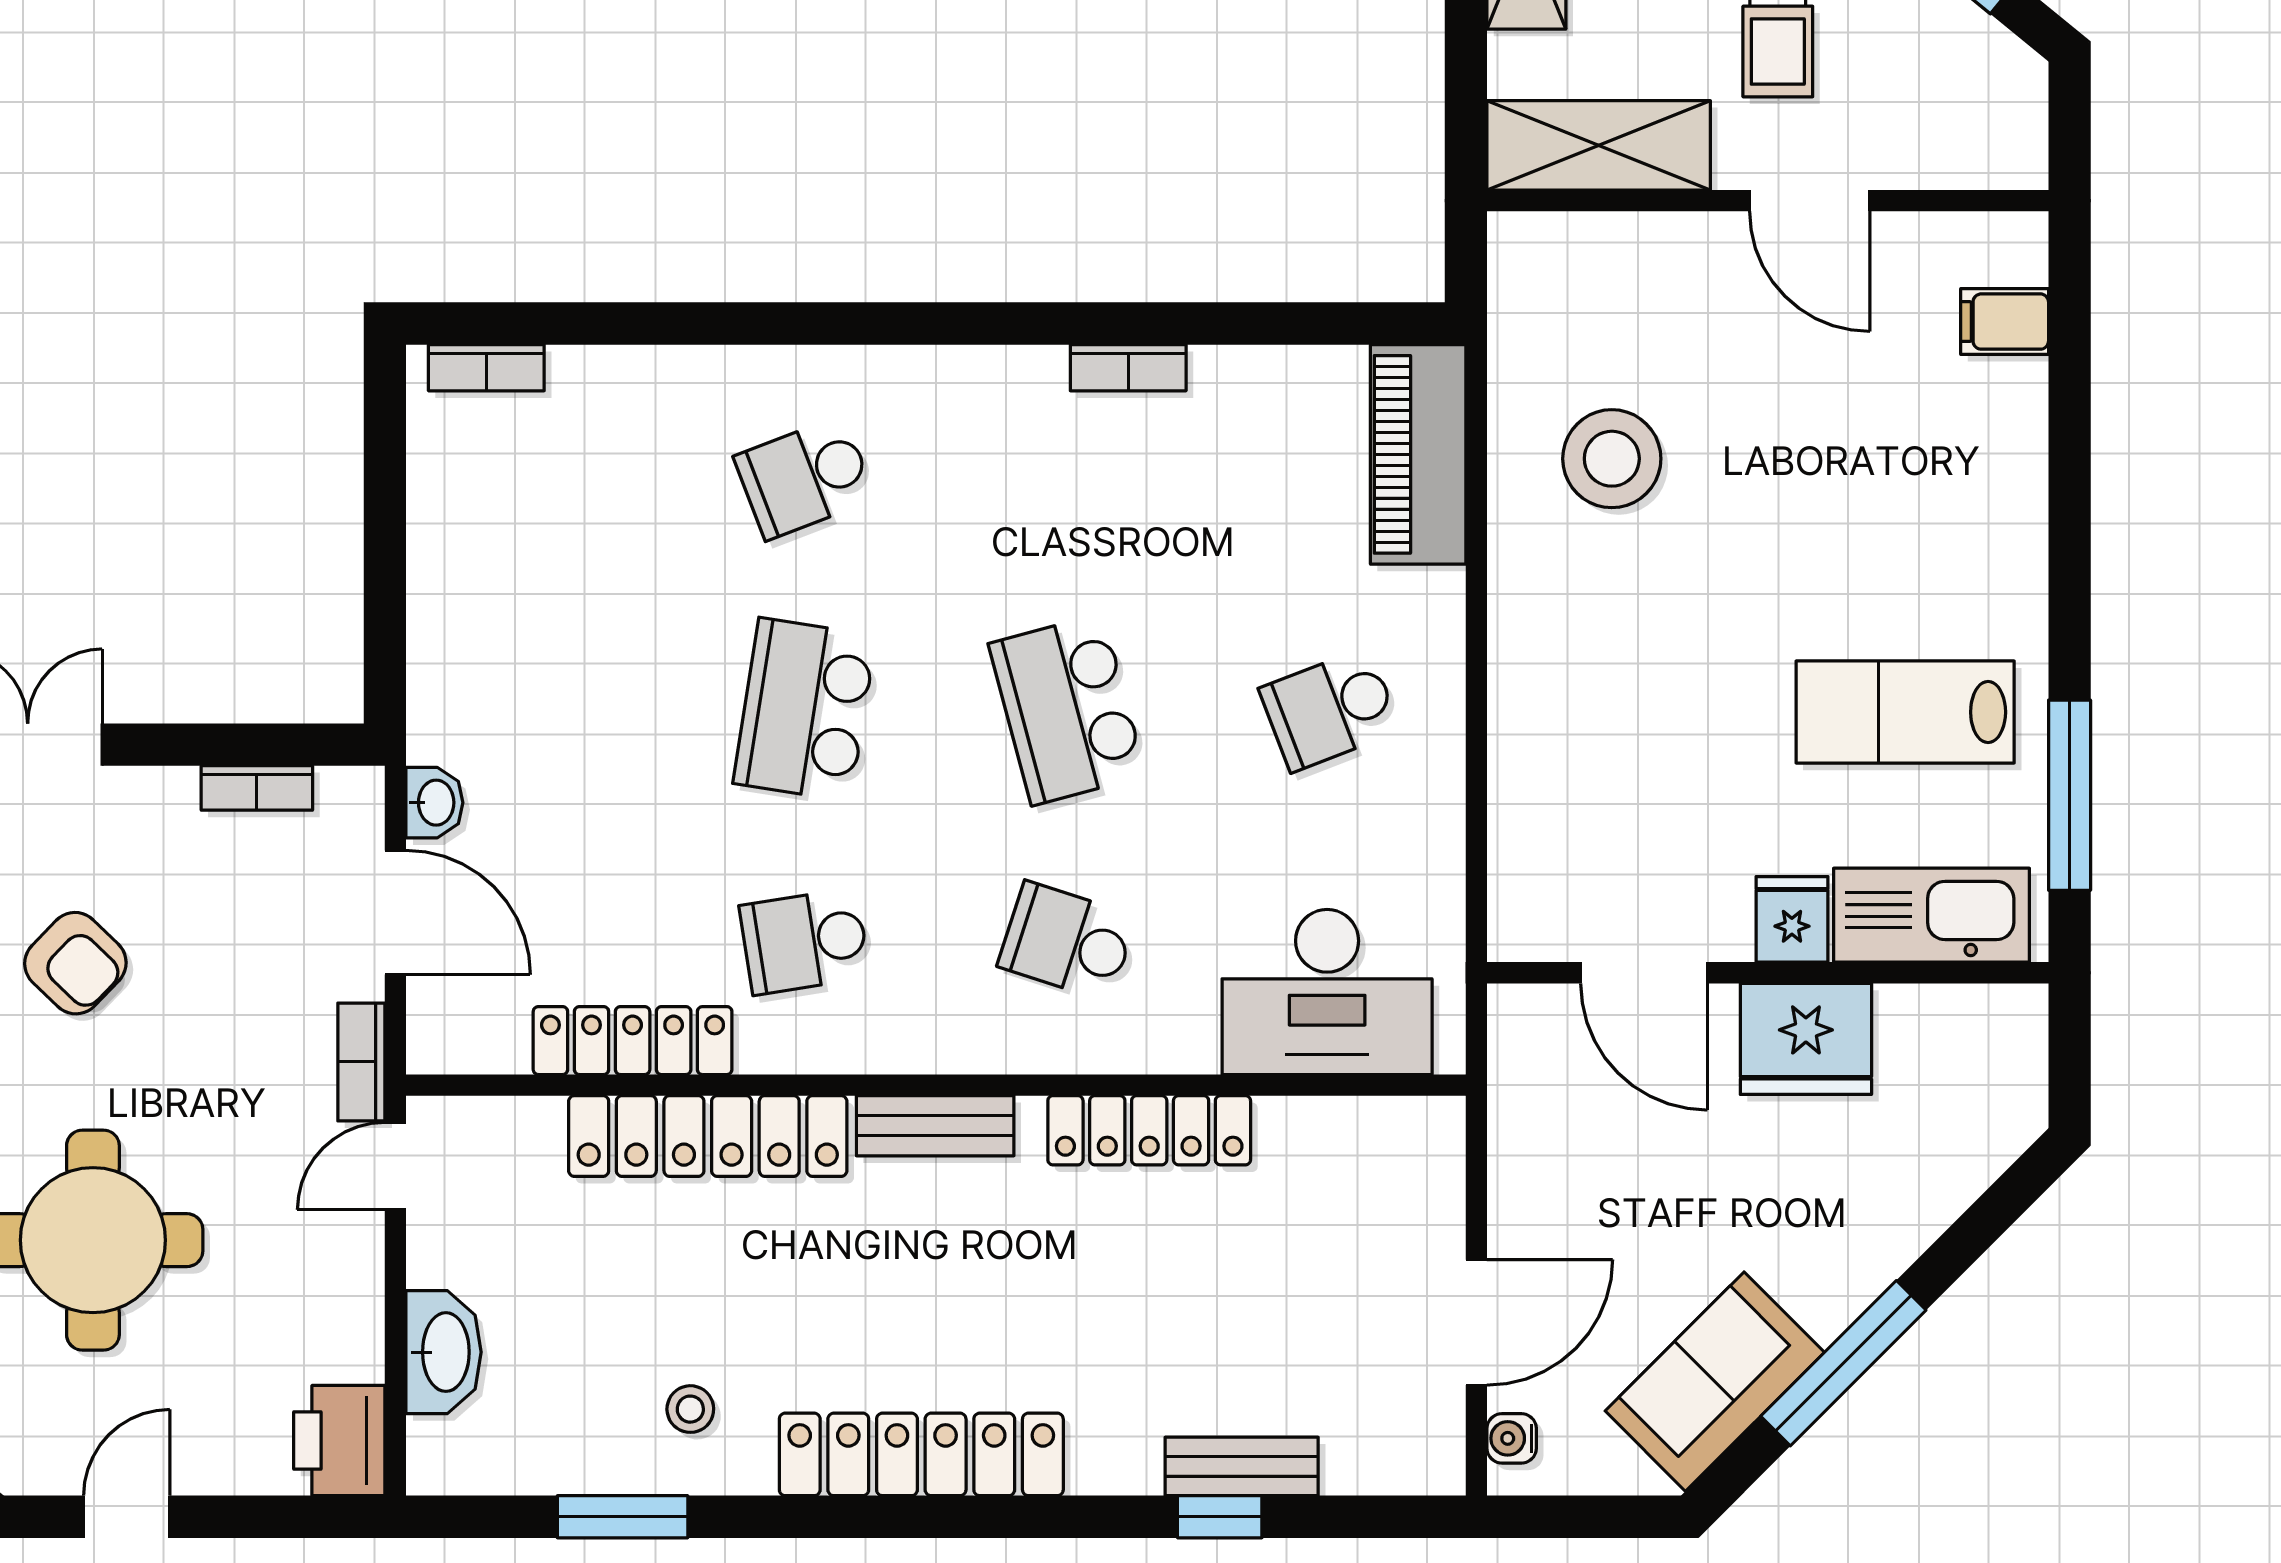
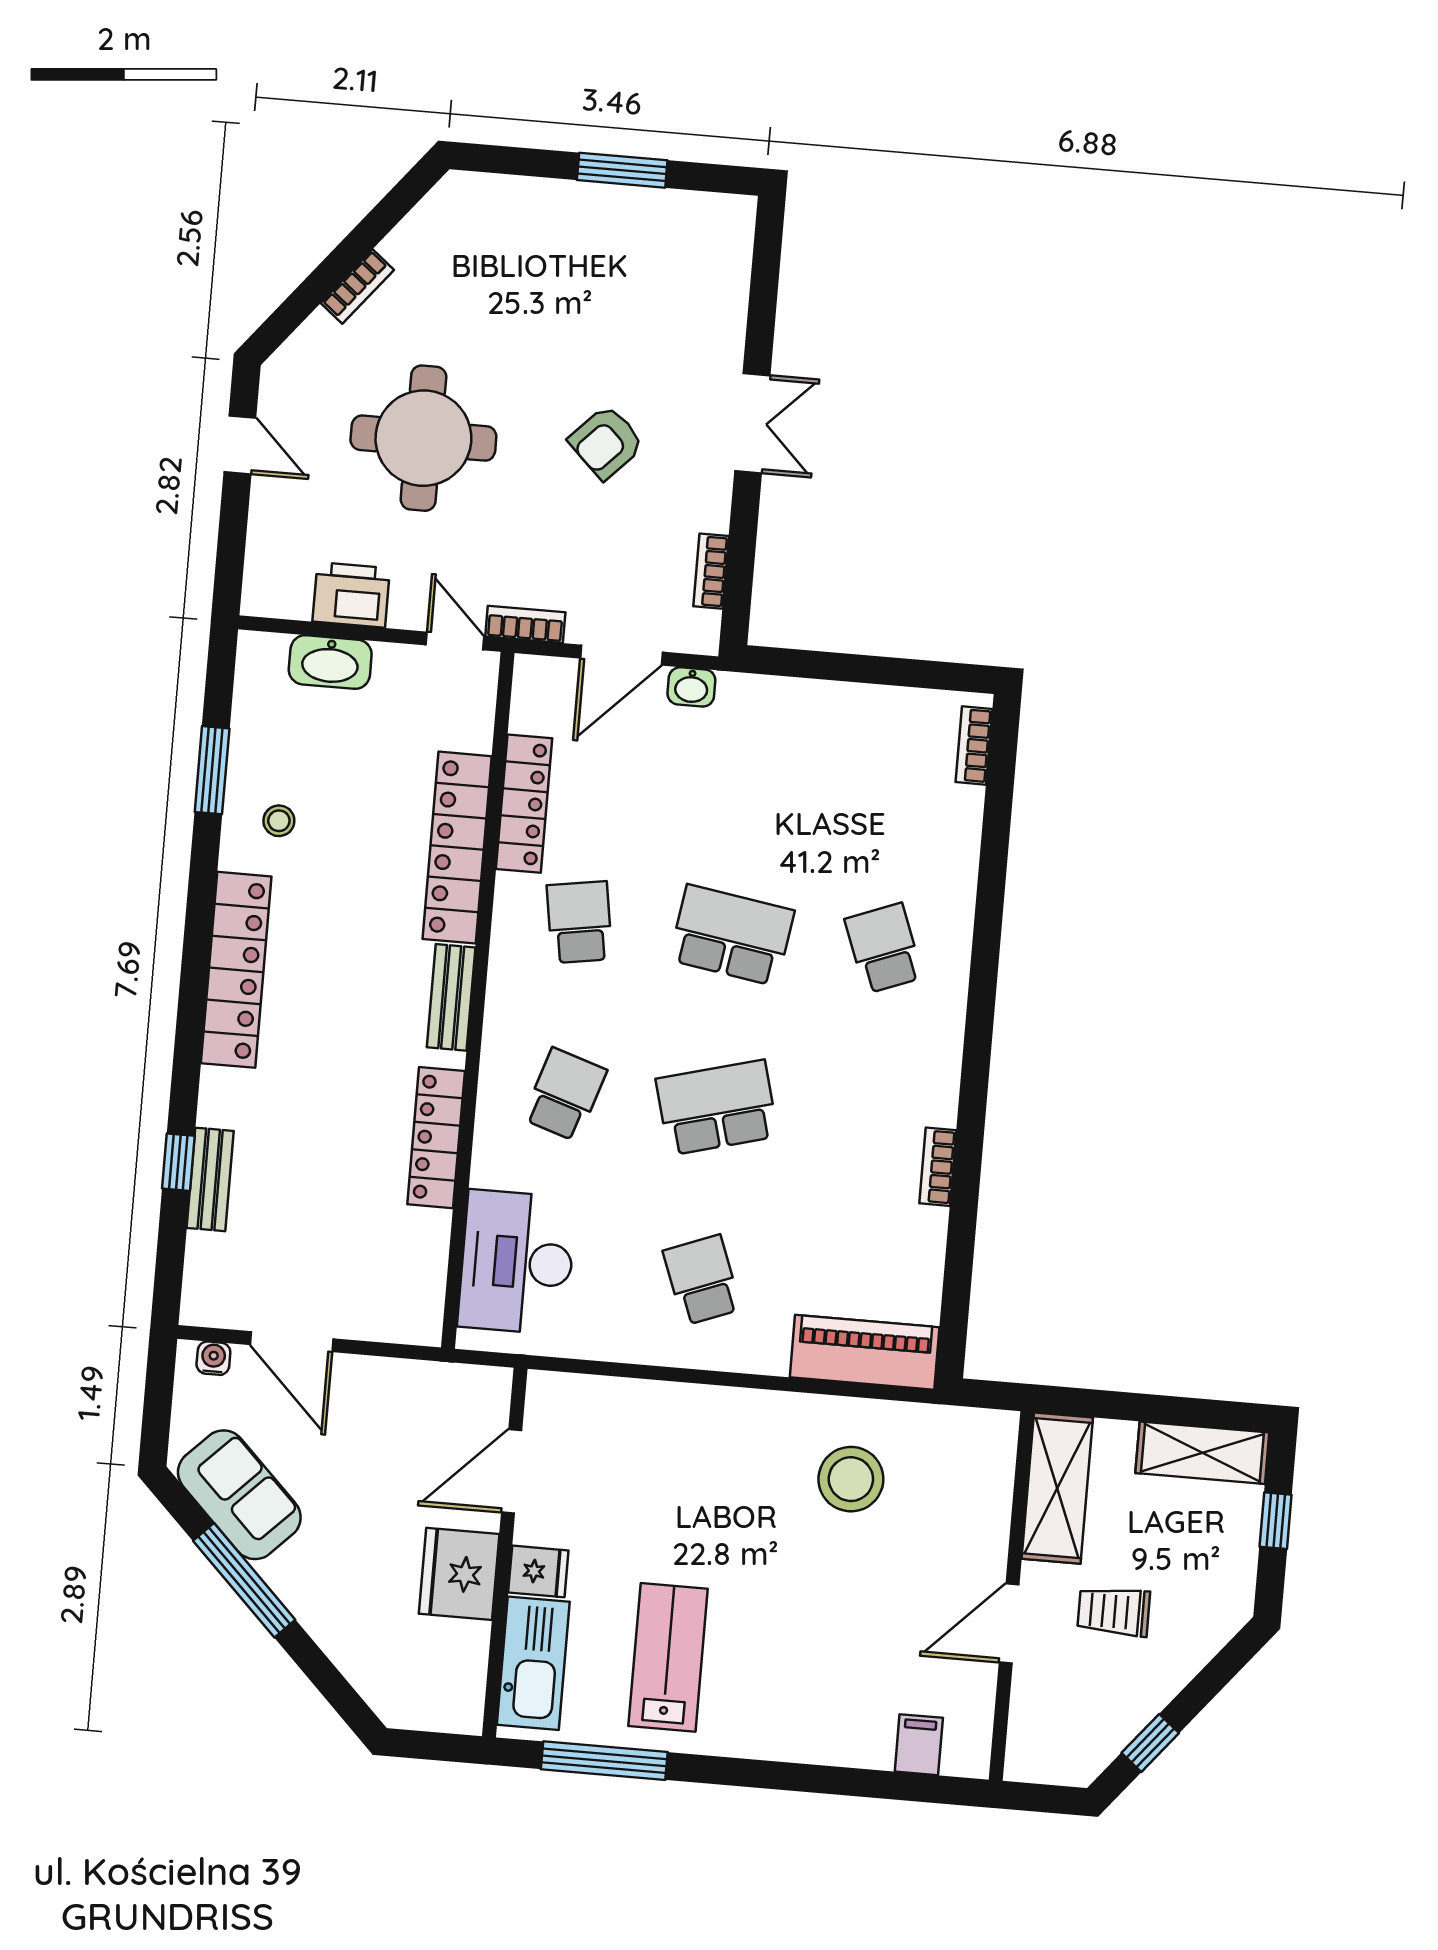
printer: (339, 1441) -> (351, 595), moved

